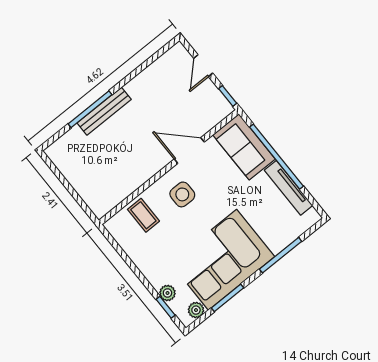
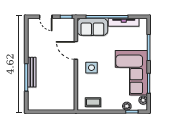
door: (189, 151) -> (76, 50), hinge flipped
coffee table: (143, 215) -> (93, 102), moved

